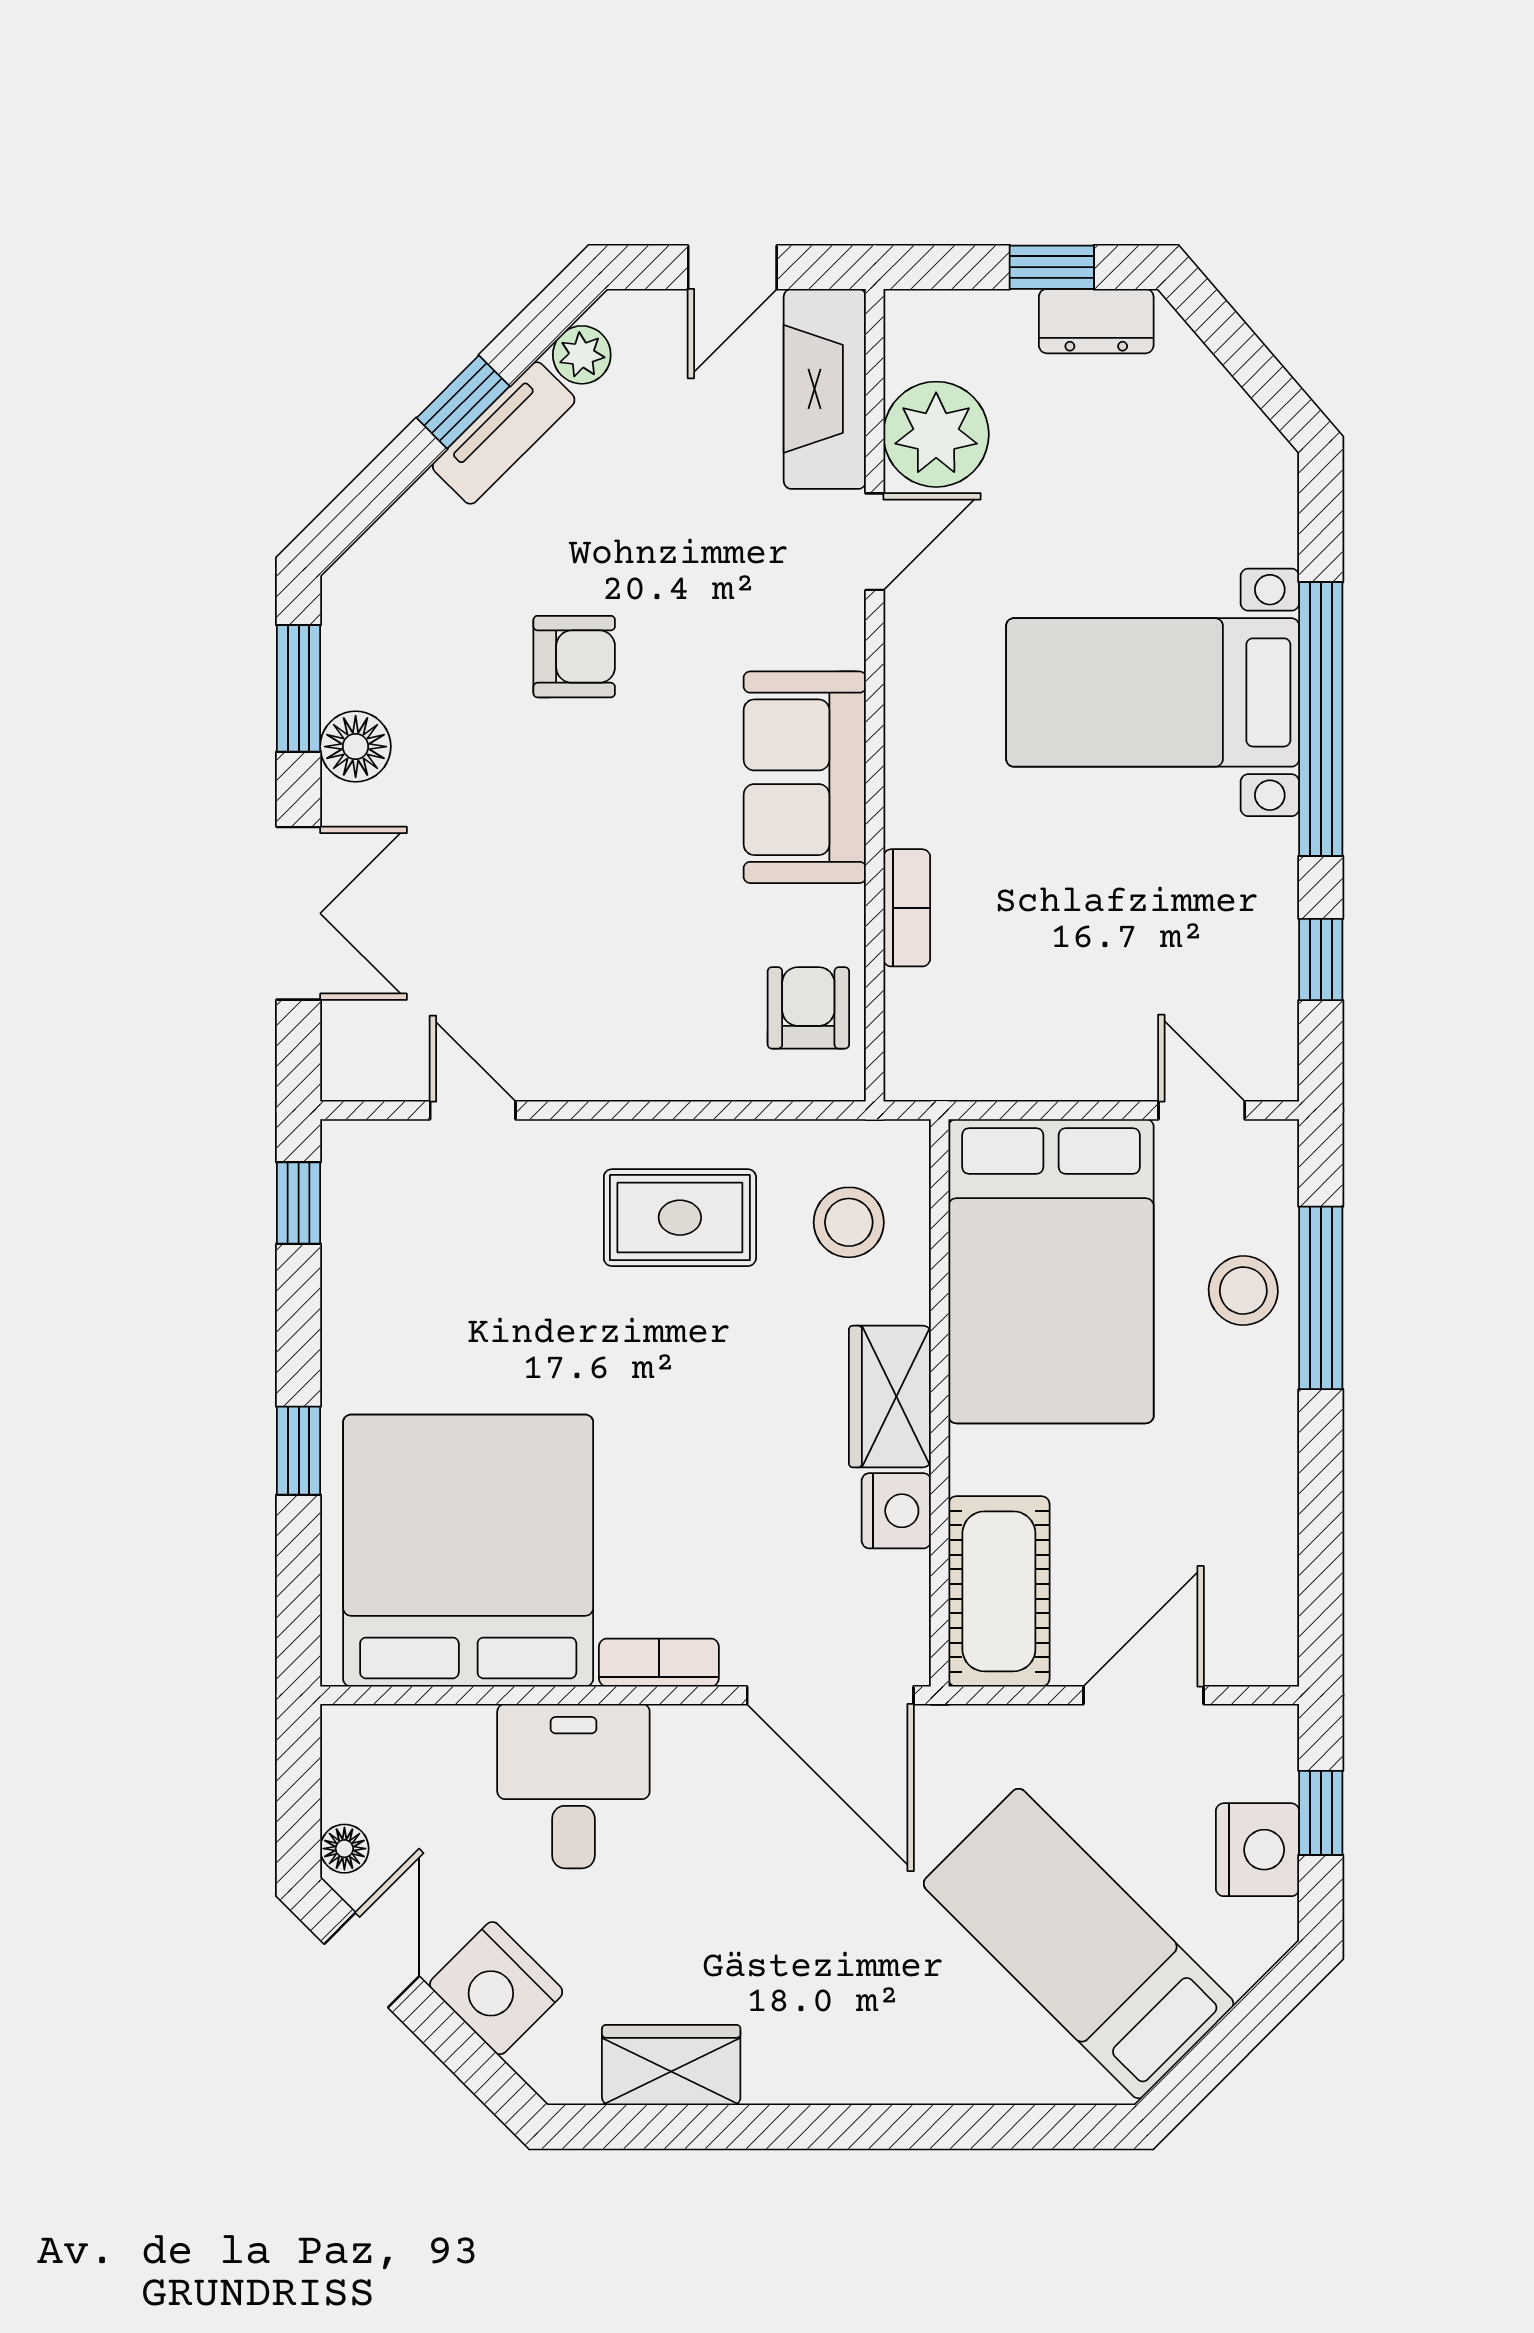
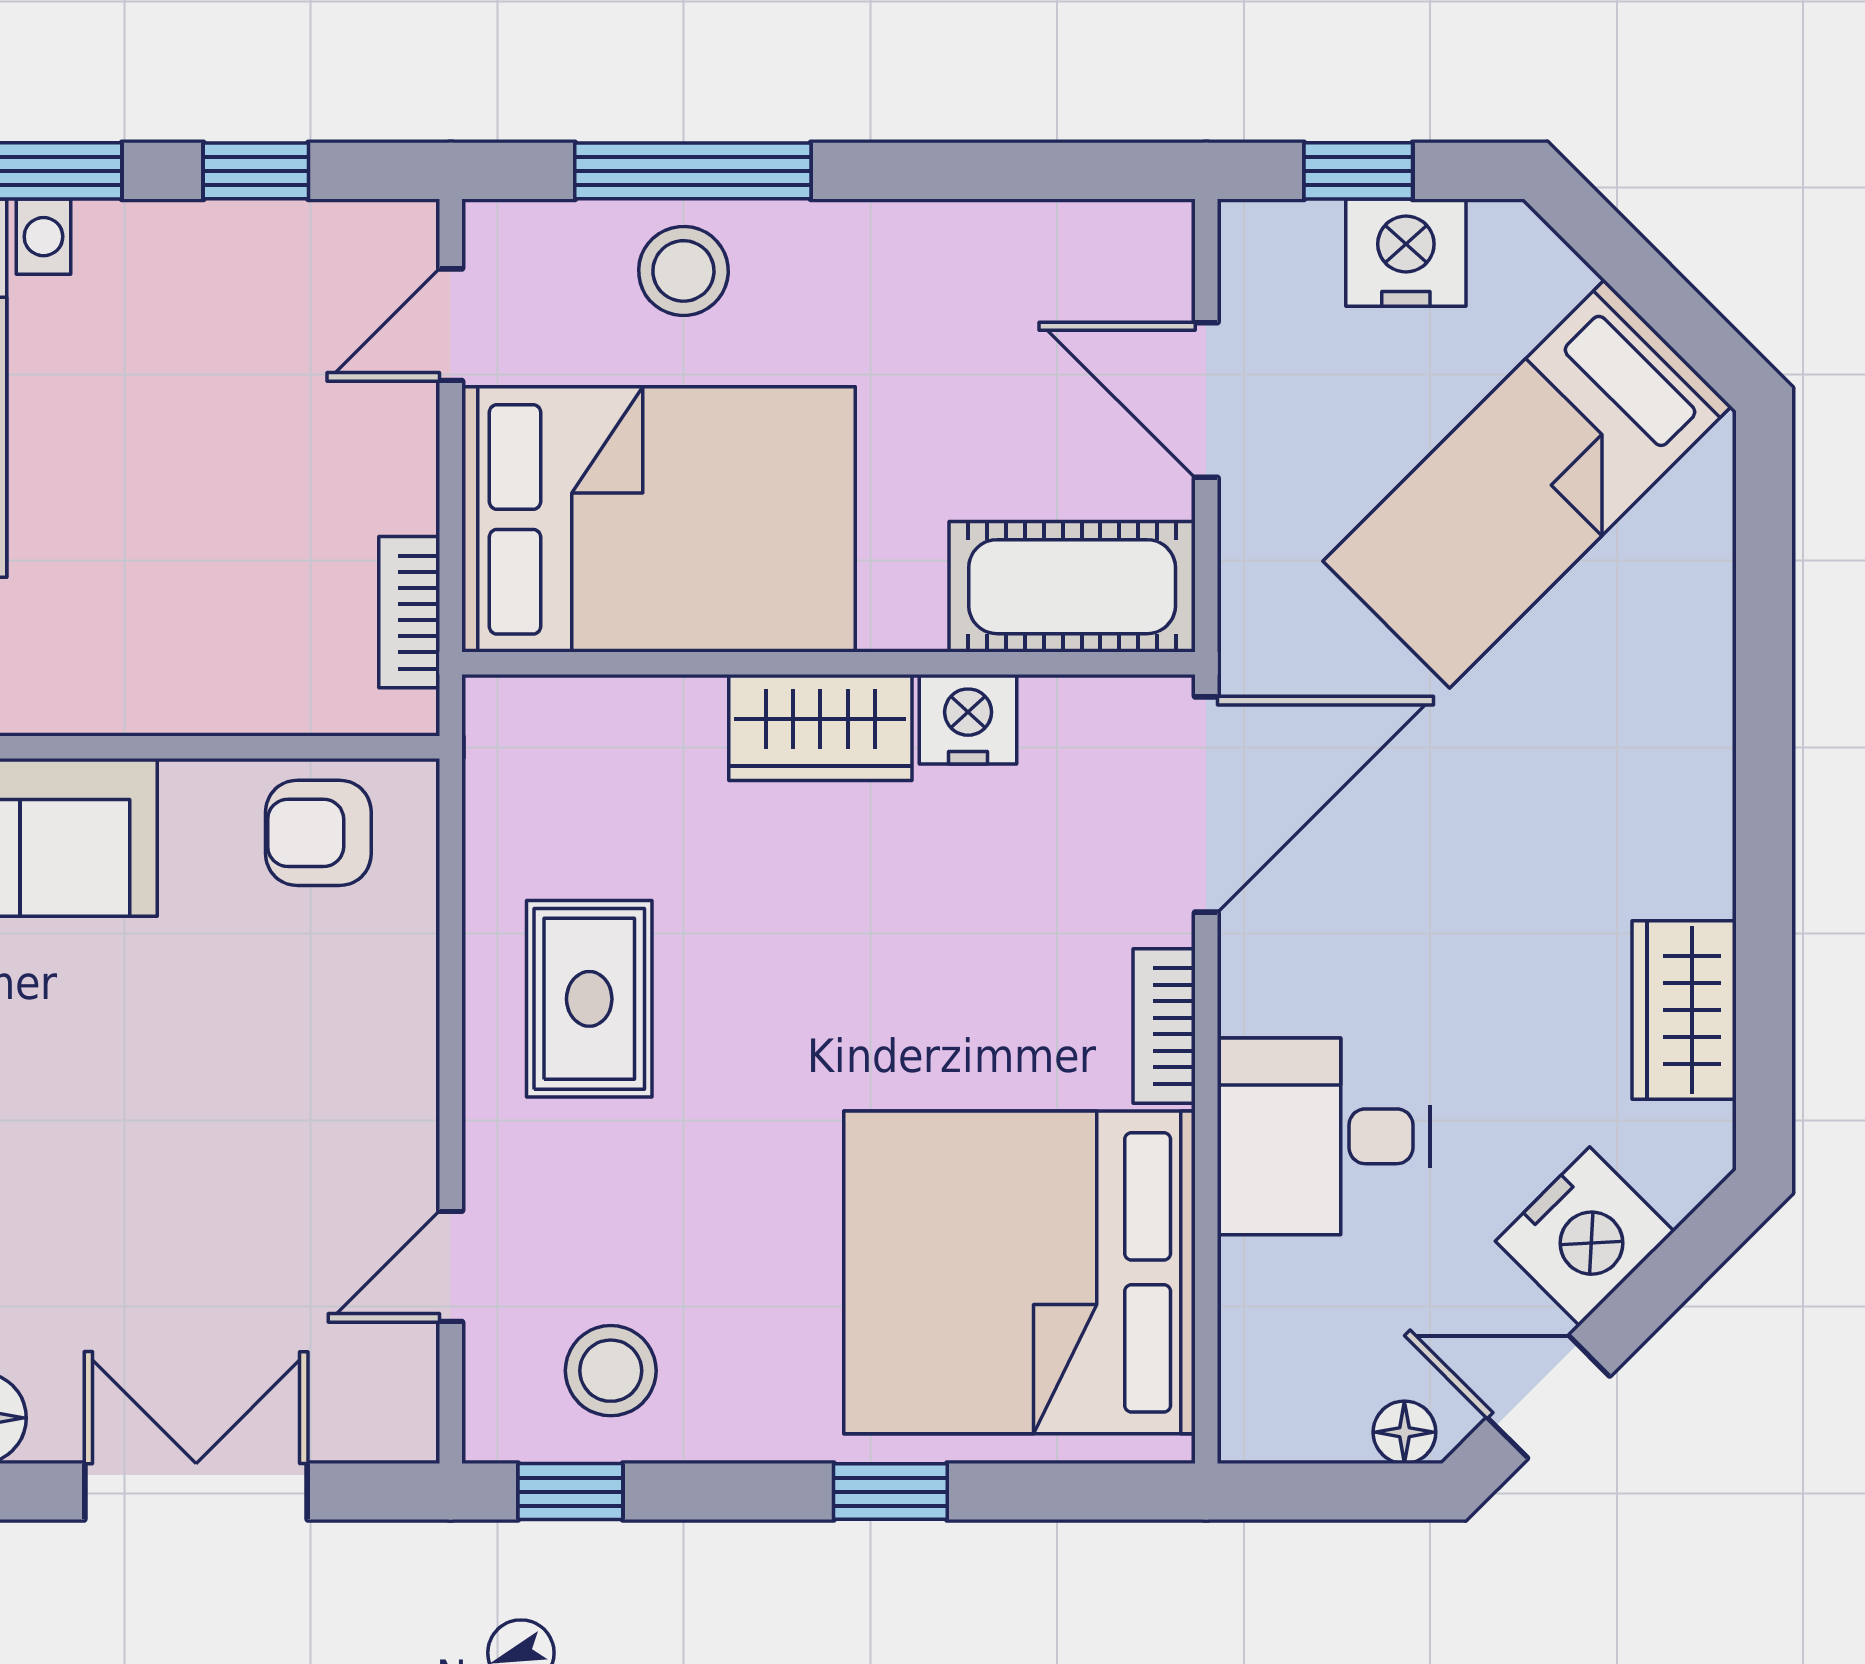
bookcase: (907, 908) -> (409, 612), moved, turned -90
stool: (849, 1222) -> (611, 1371), moved

